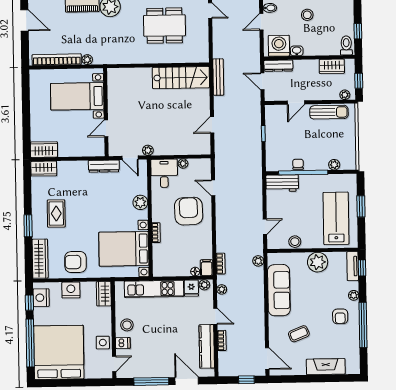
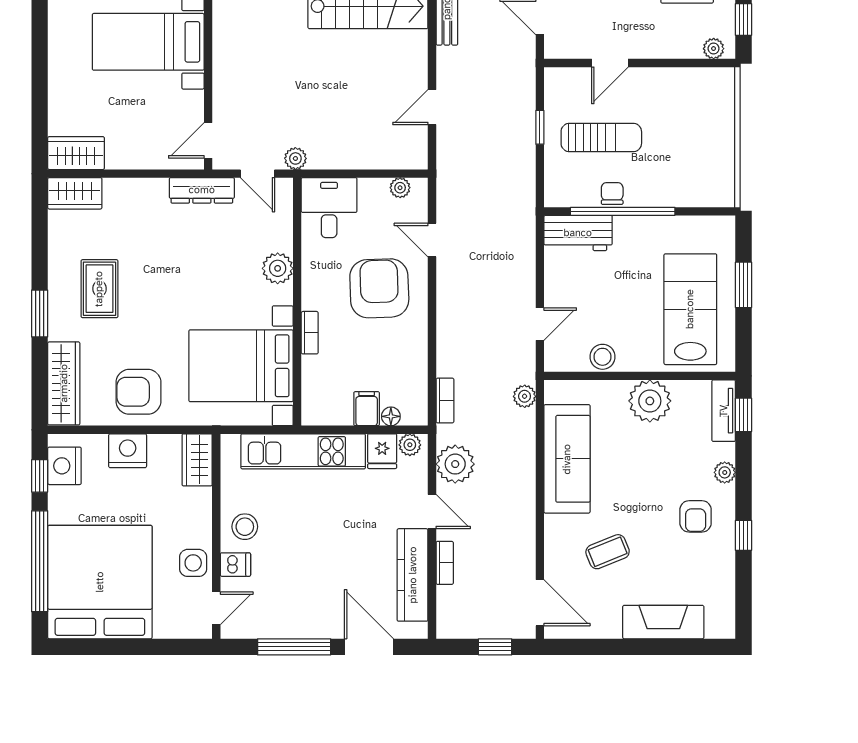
sun lounger: (329, 112) -> (601, 138), moved
door: (106, 128) -> (208, 140), moved
plant: (183, 164) -> (400, 188), moved
plant: (334, 165) -> (688, 196), removed
filing cabinet: (207, 268) -> (367, 409), moved
plant: (222, 289) -> (455, 464), width x1.88, depth x1.88
window: (363, 325) -> (743, 535), width x0.32

